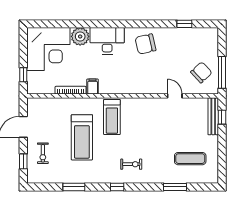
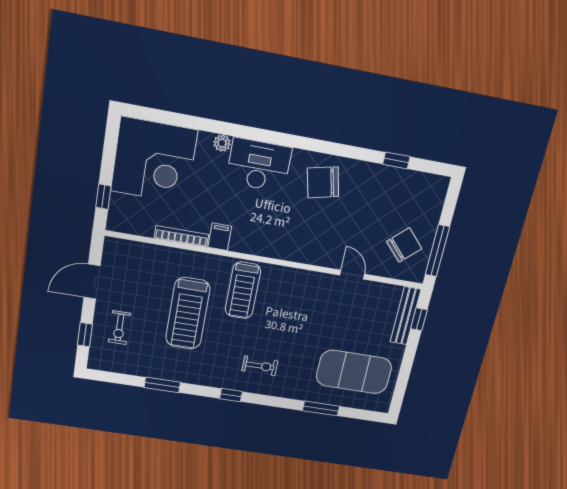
plant: (80, 36) -> (222, 143), width x0.53, depth x0.53
exercise mat: (190, 159) -> (354, 372), width x2.00, depth x1.45

